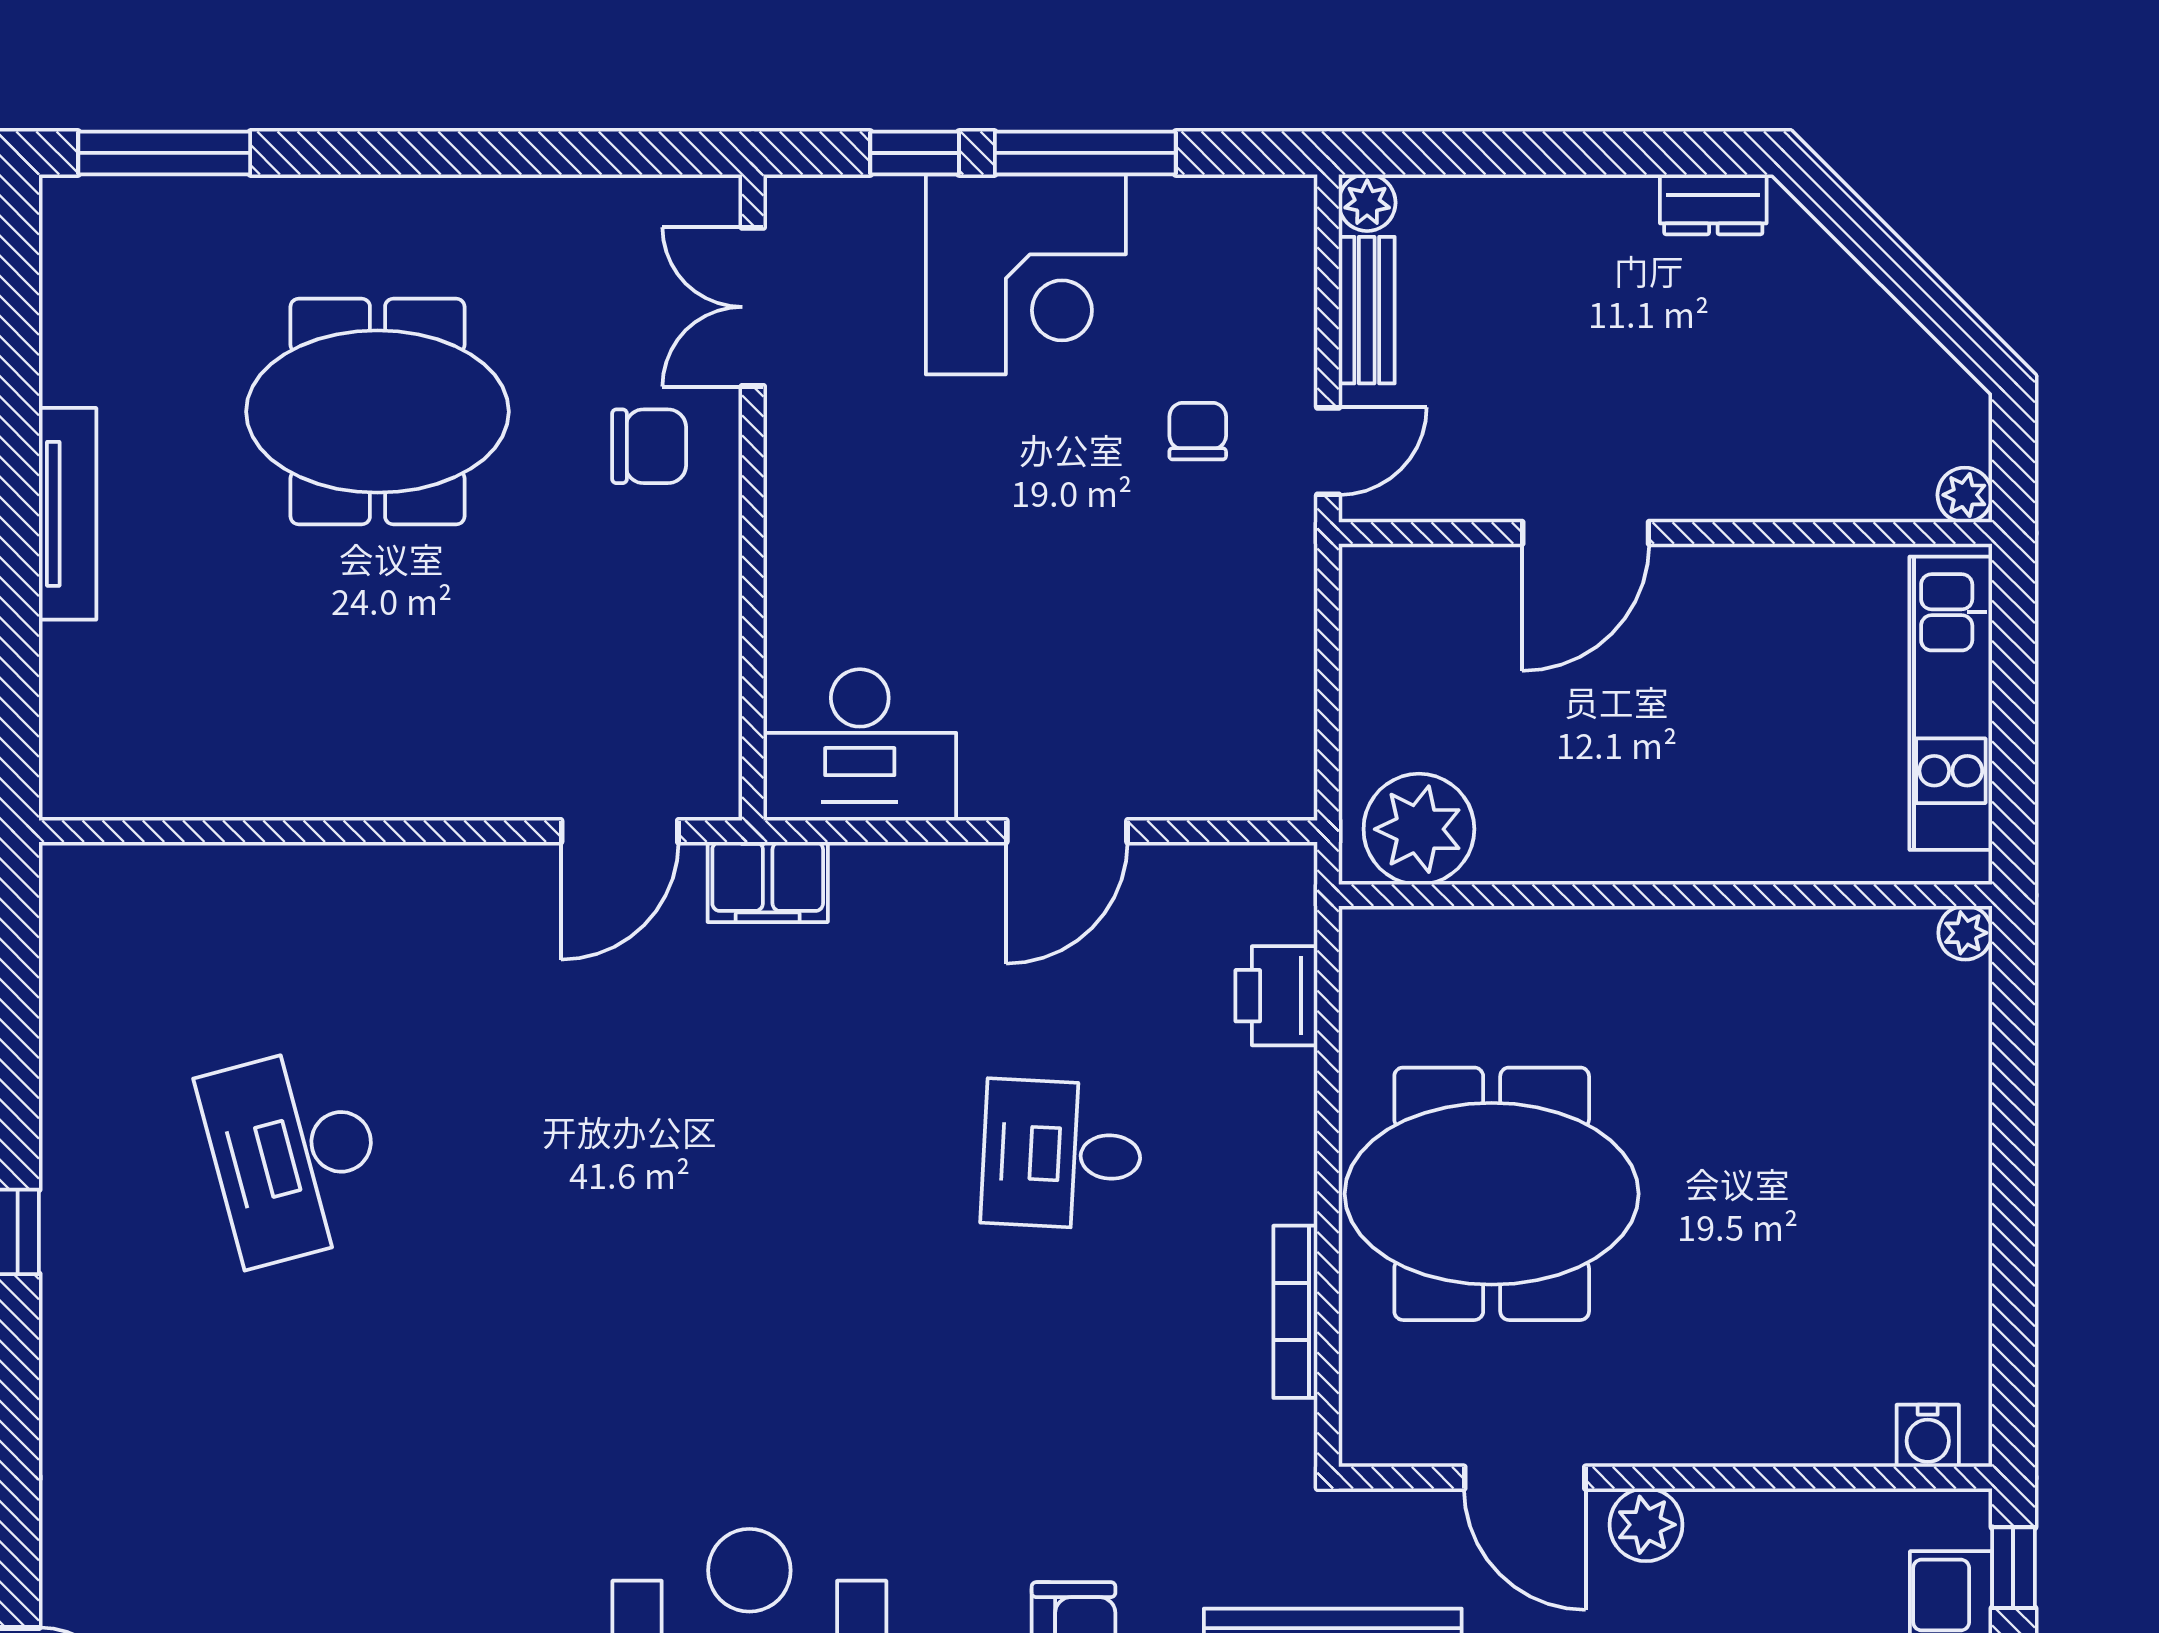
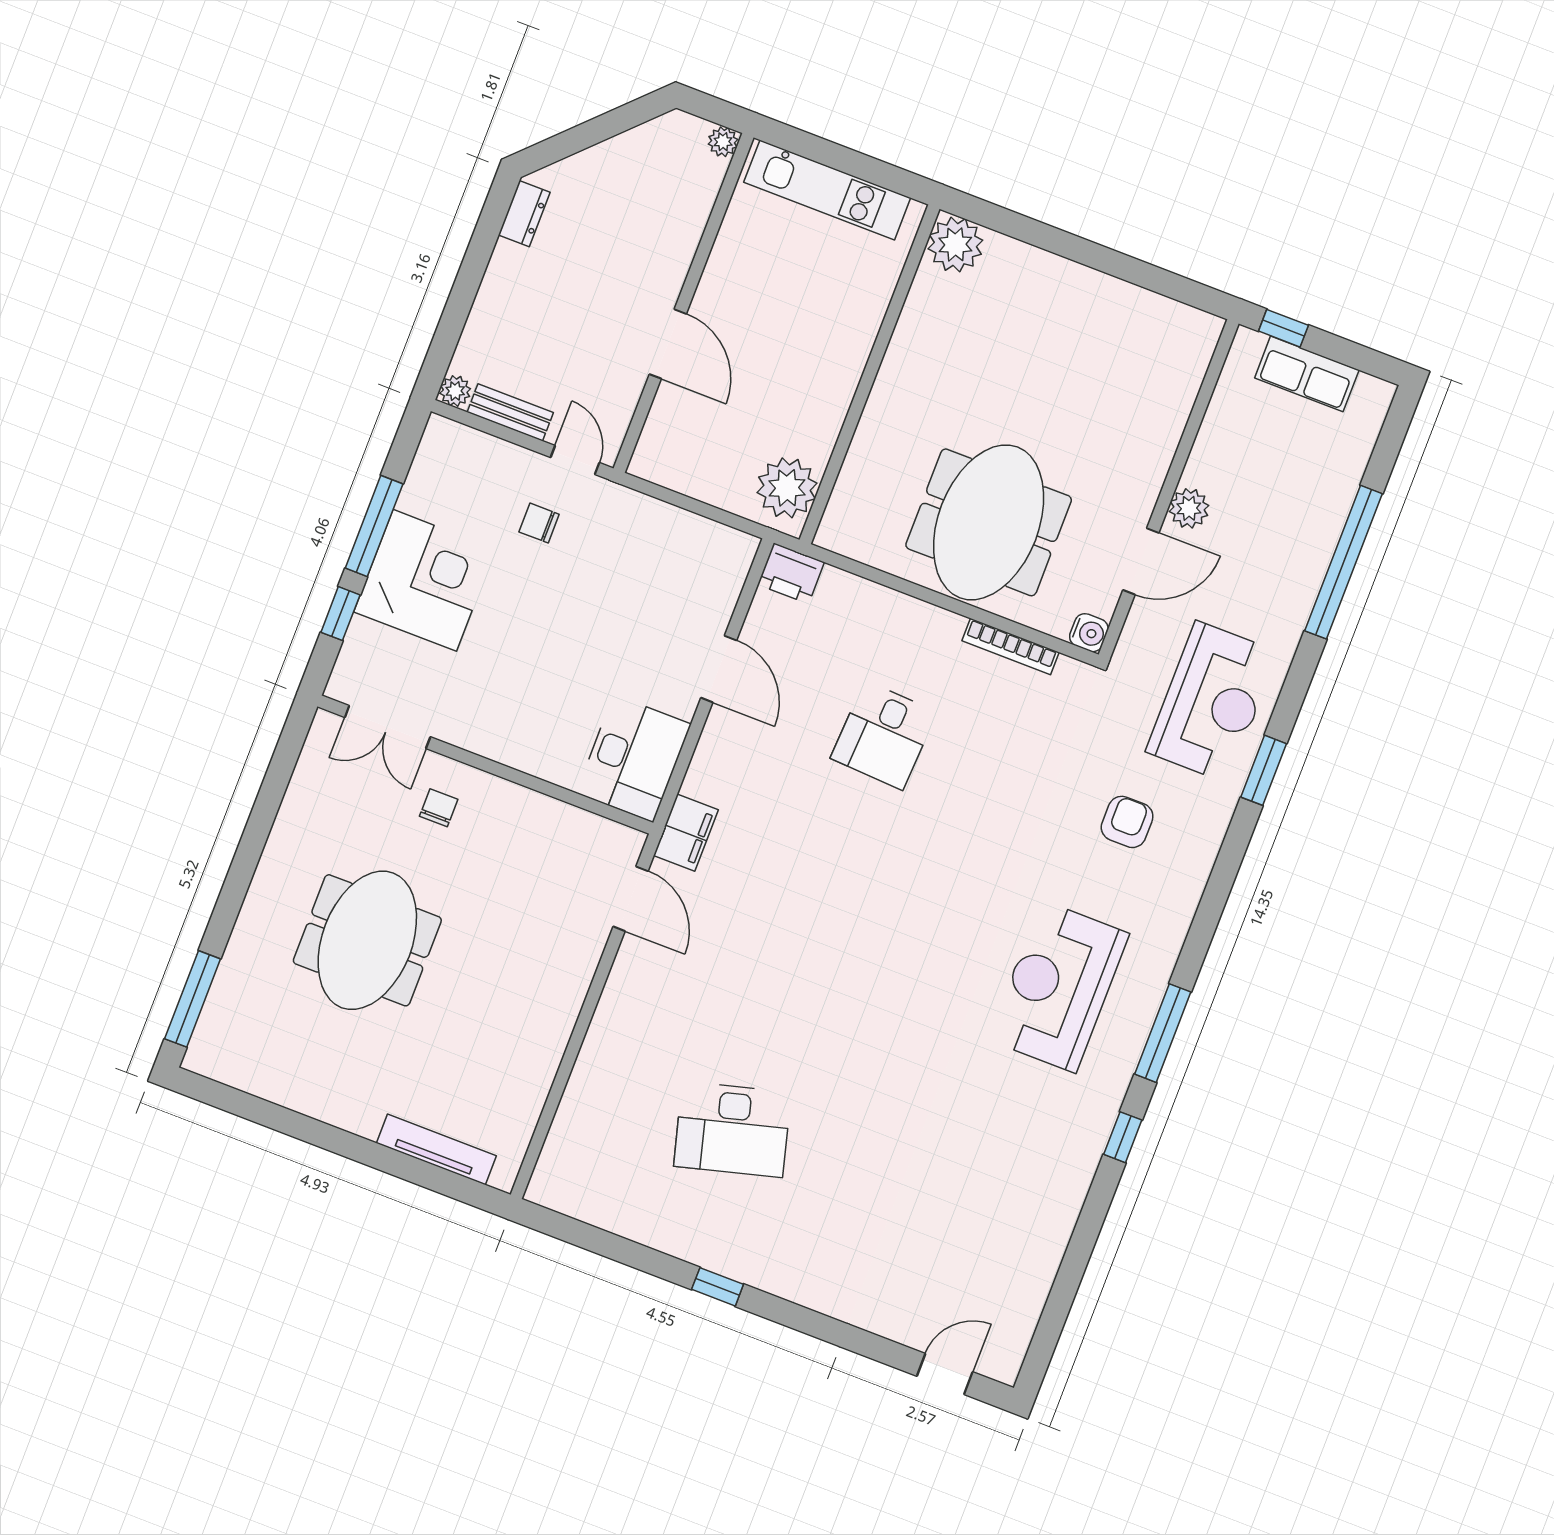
chair: (649, 446) -> (439, 808), width x0.73, depth x0.73
tv unit: (68, 514) -> (436, 1149), moved
plant: (1965, 933) -> (955, 245), width x1.87, depth x1.87
printer: (1276, 996) -> (791, 573), moved
water cooler: (1928, 1436) -> (1089, 633), moved

